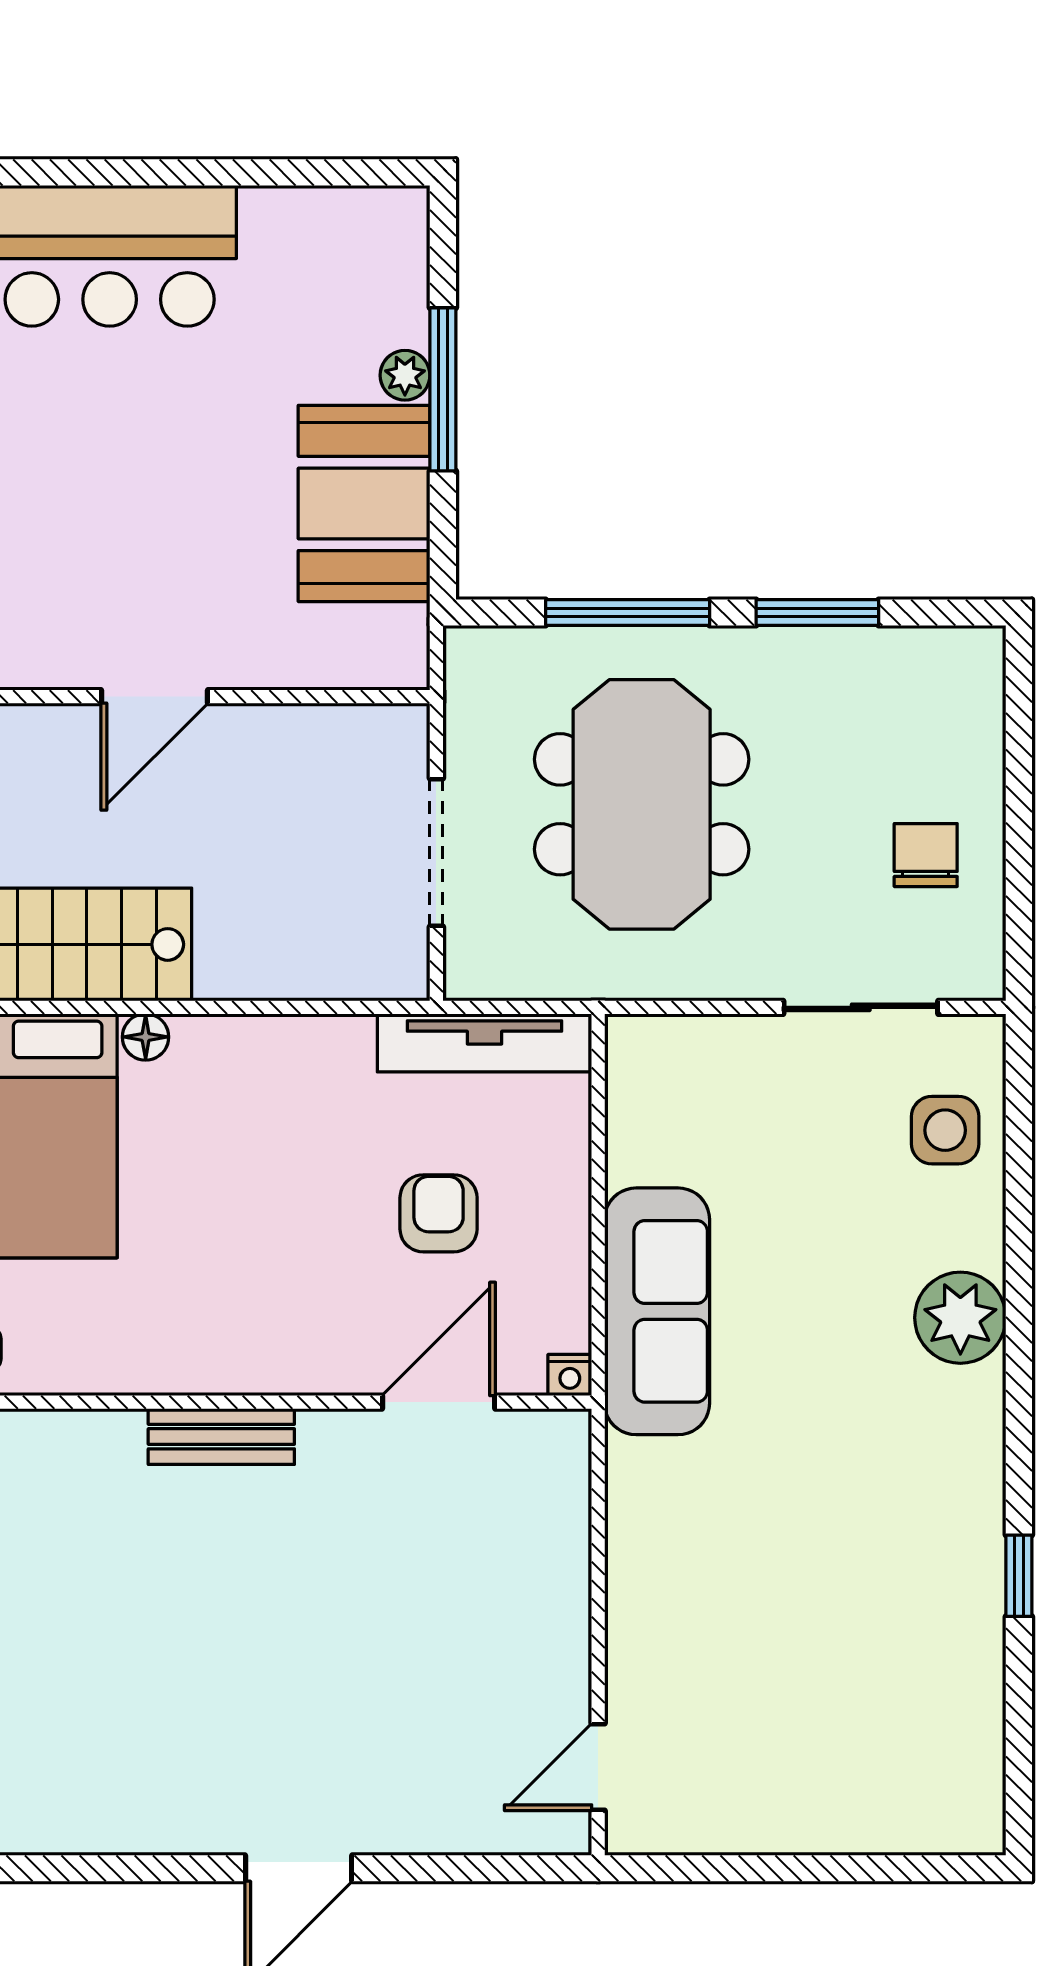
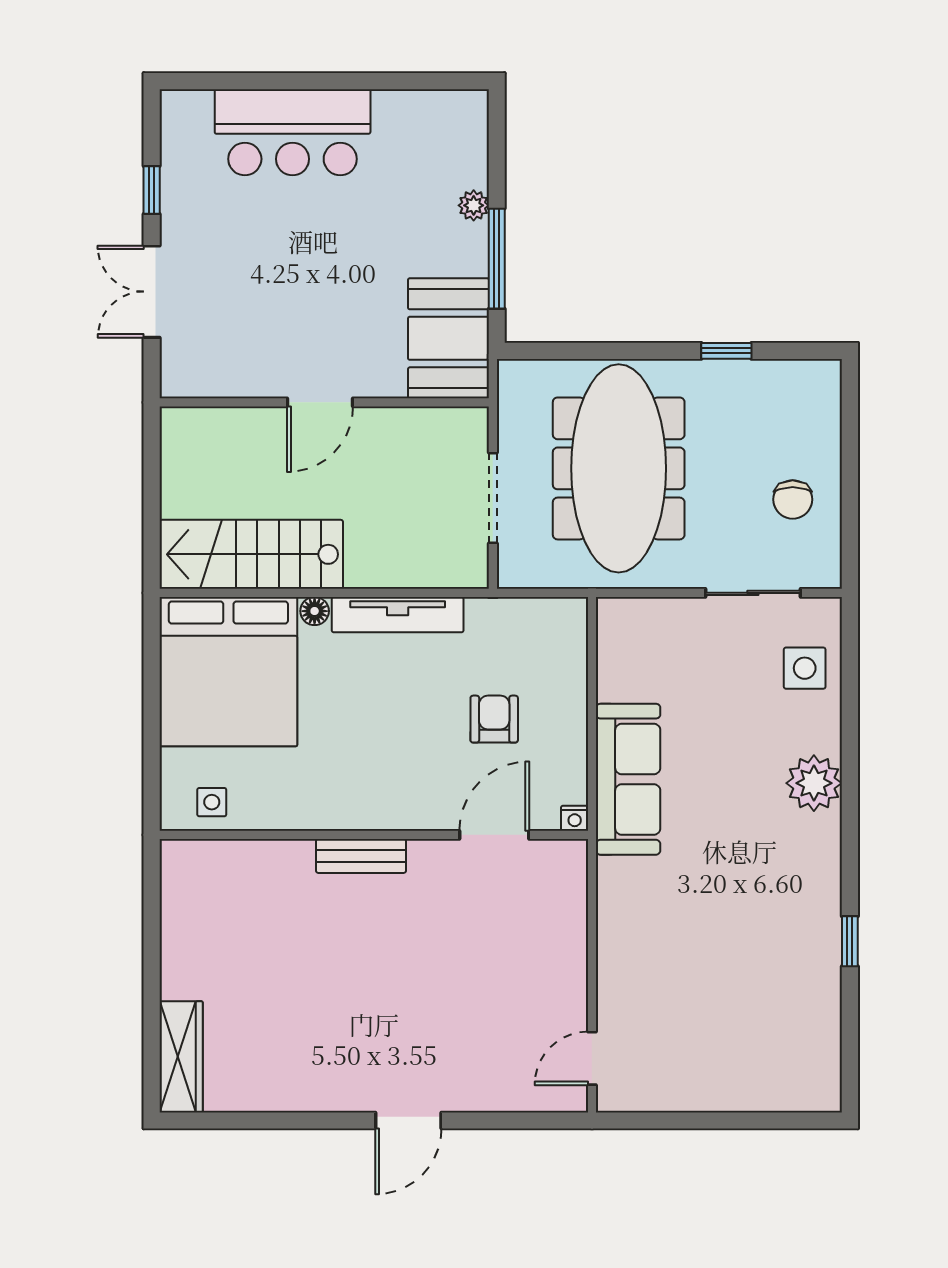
window: (443, 389) -> (497, 259), moved
booth: (364, 503) -> (448, 338), moved
window: (628, 613) -> (610, 351), removed
window: (817, 613) -> (726, 351), width x0.67
meeting table: (642, 804) -> (619, 468), width x1.36
chair: (926, 855) -> (793, 499), turned 180
tv unit: (485, 1043) -> (398, 615), moved

